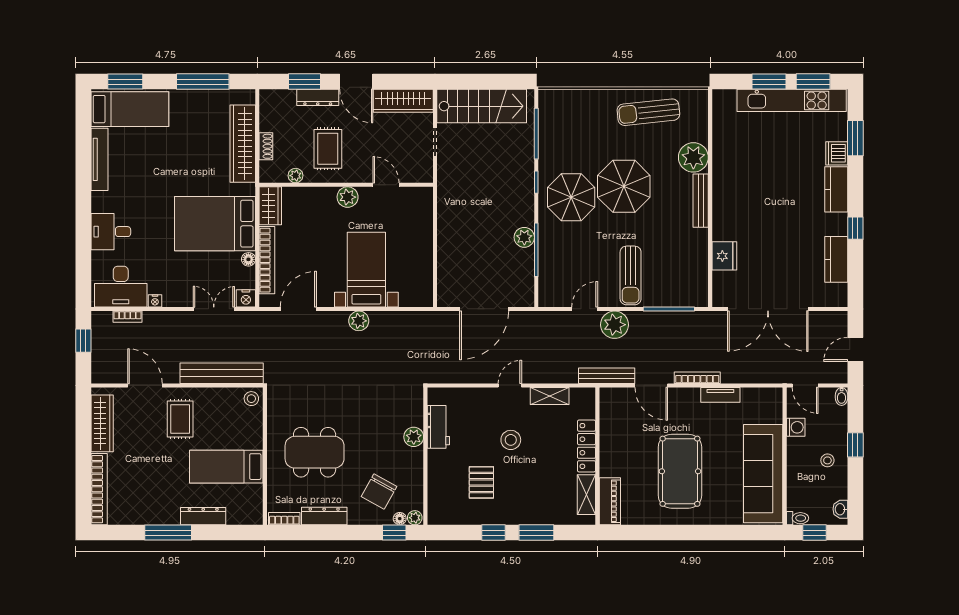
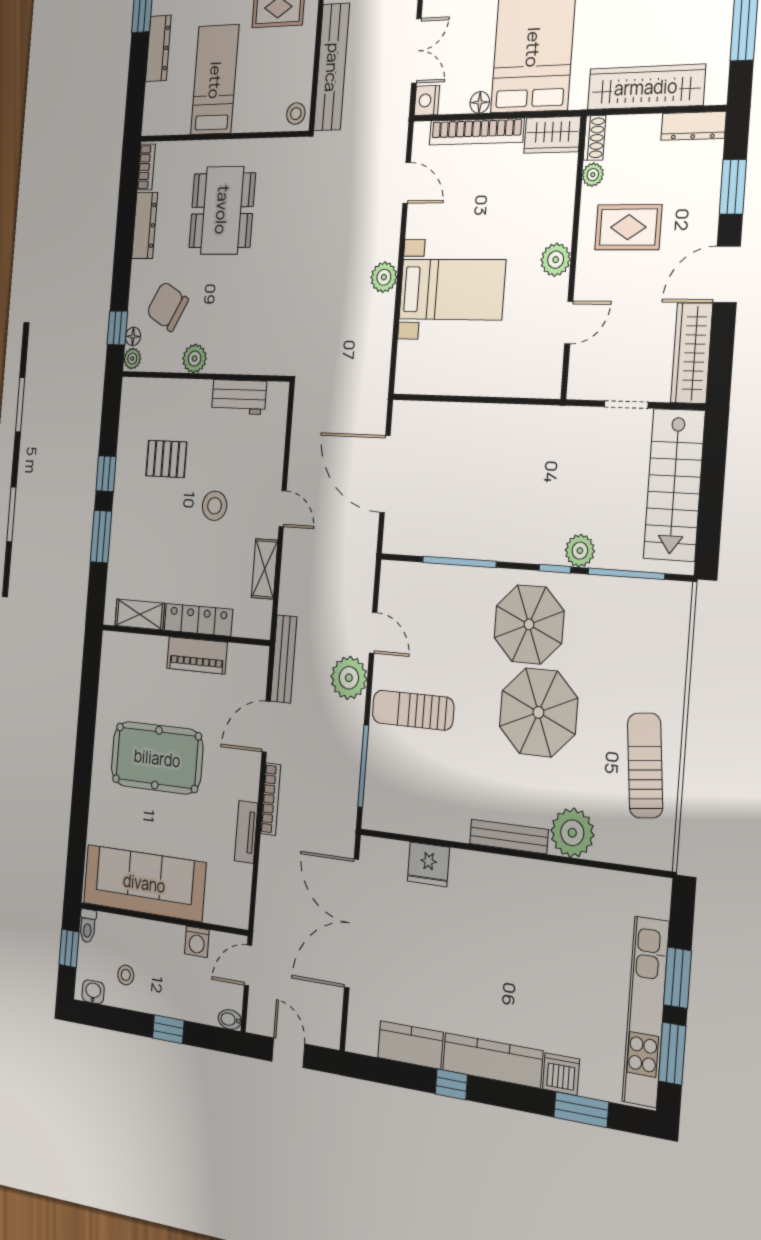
dresser: (318, 97) -> (693, 126), moved, turned -90
shoe rack: (266, 146) -> (595, 138), moved, turned -90
kitchen counter: (836, 189) -> (492, 1060), width x1.50
plant: (524, 237) -> (580, 551), moved
door: (298, 309) -> (407, 183), width x0.73
plant: (414, 437) -> (195, 358), moved
stool: (827, 460) -> (126, 975), moved
piano: (610, 501) -> (197, 655), moved

